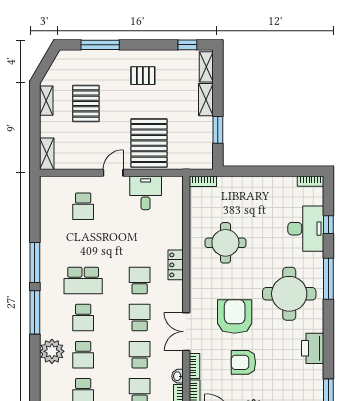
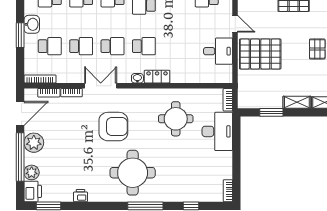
desk: (306, 229) -> (217, 131), moved, turned -90
printer: (313, 348) -> (80, 196), width x0.53, depth x0.68
armchair: (243, 362) -> (75, 134), removed
washbasin: (178, 376) -> (137, 78), moved

